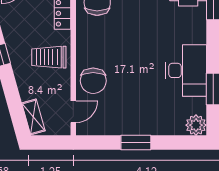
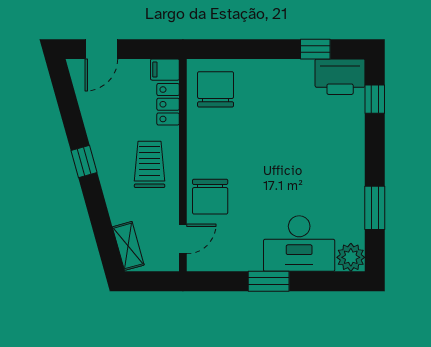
trolley: (49, 57) -> (150, 164), turned 90
desk: (186, 70) -> (299, 244), moved, turned 90

